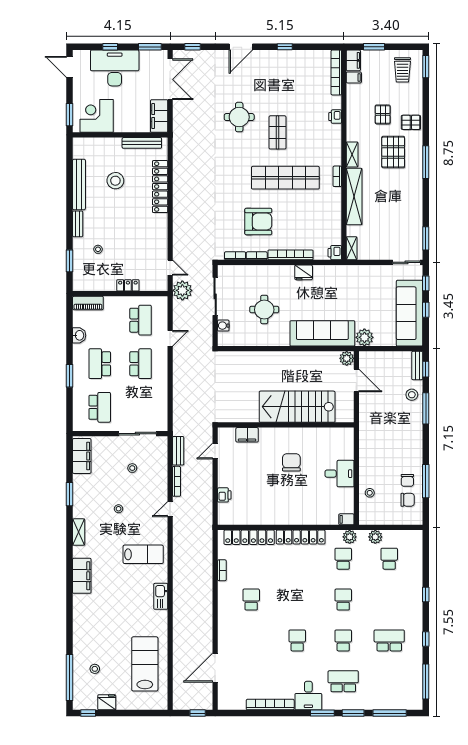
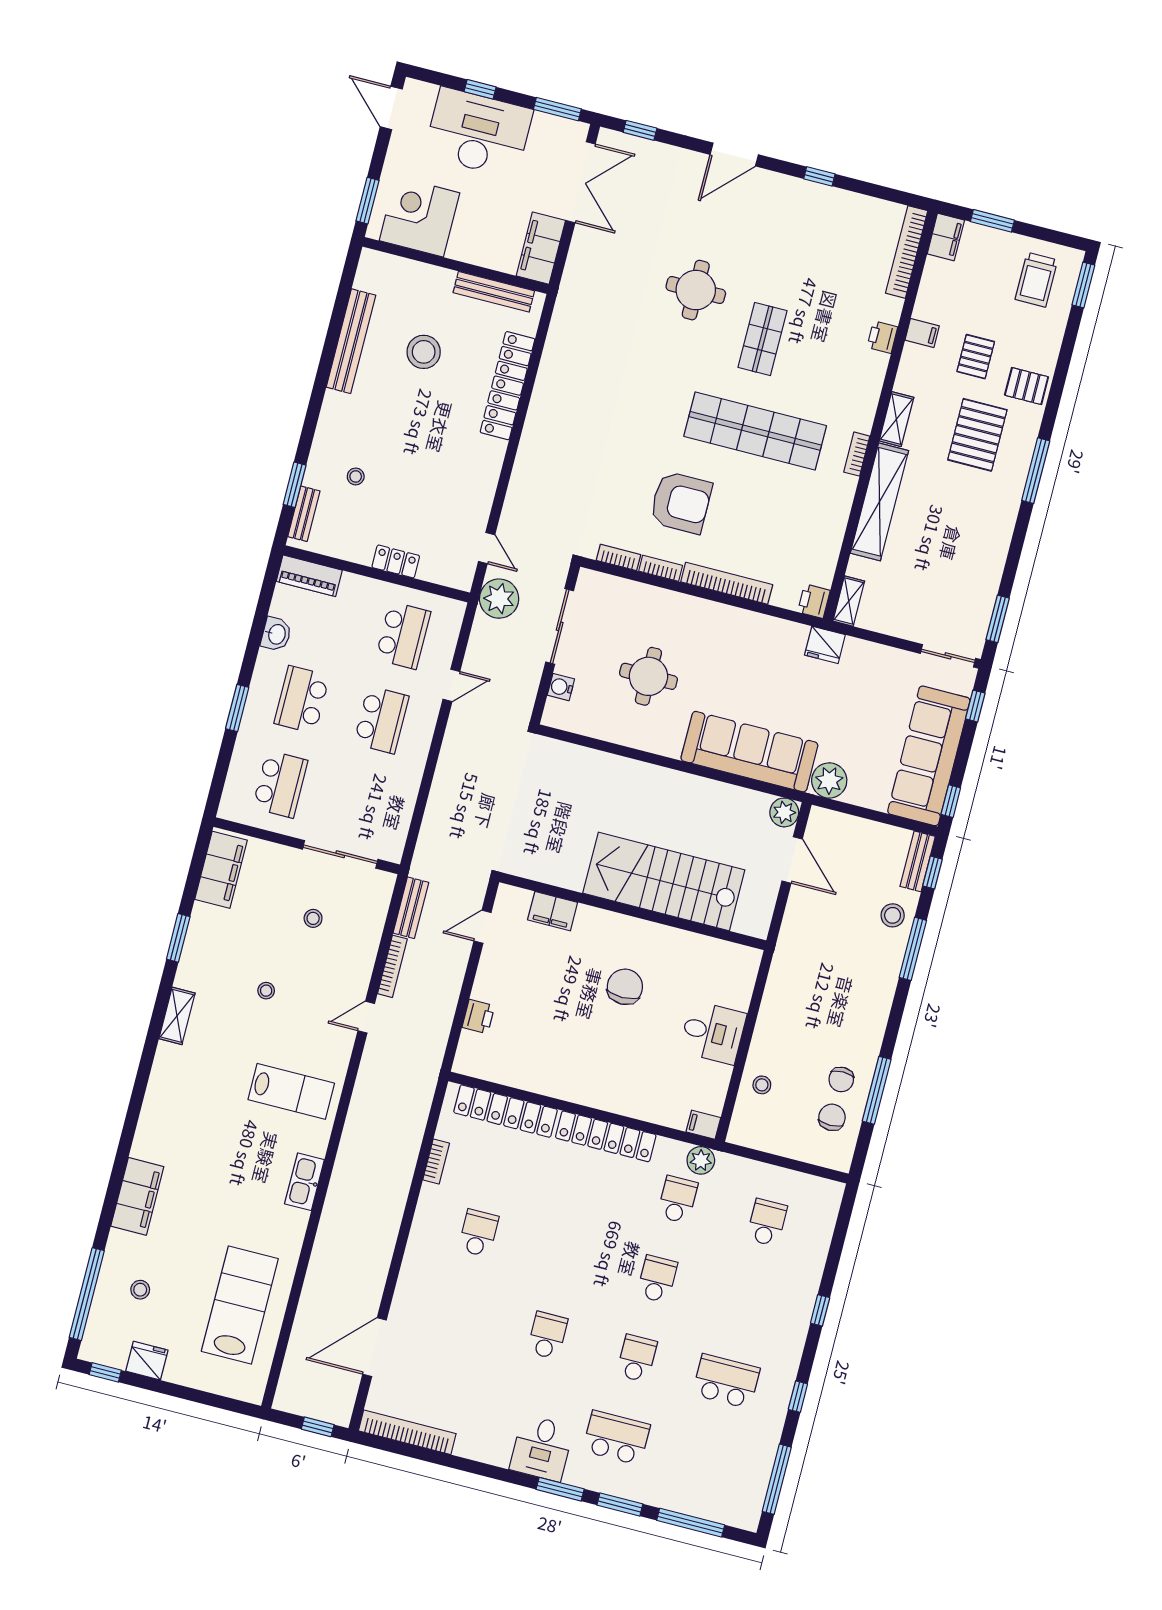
filing cabinet: (354, 77) -> (922, 333), moved
bench: (78, 224) -> (304, 514), moved
fridge: (304, 272) -> (825, 645), moved
window: (426, 310) -> (951, 801), moved
chair: (408, 500) -> (832, 1117), turned -90
plant: (375, 537) -> (751, 1173), removed
filing cabinet: (82, 576) -> (137, 1196), moved
bookcase: (270, 705) -> (407, 1432), moved

